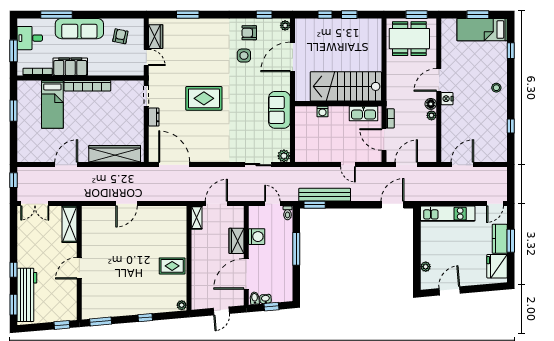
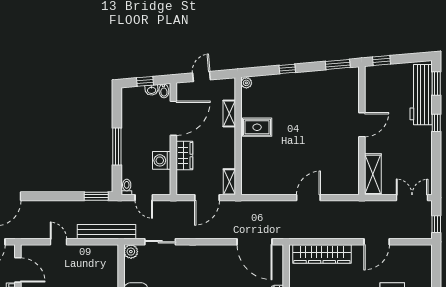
bench: (325, 195) -> (106, 232), moved
shelving: (197, 278) -> (229, 113), added

